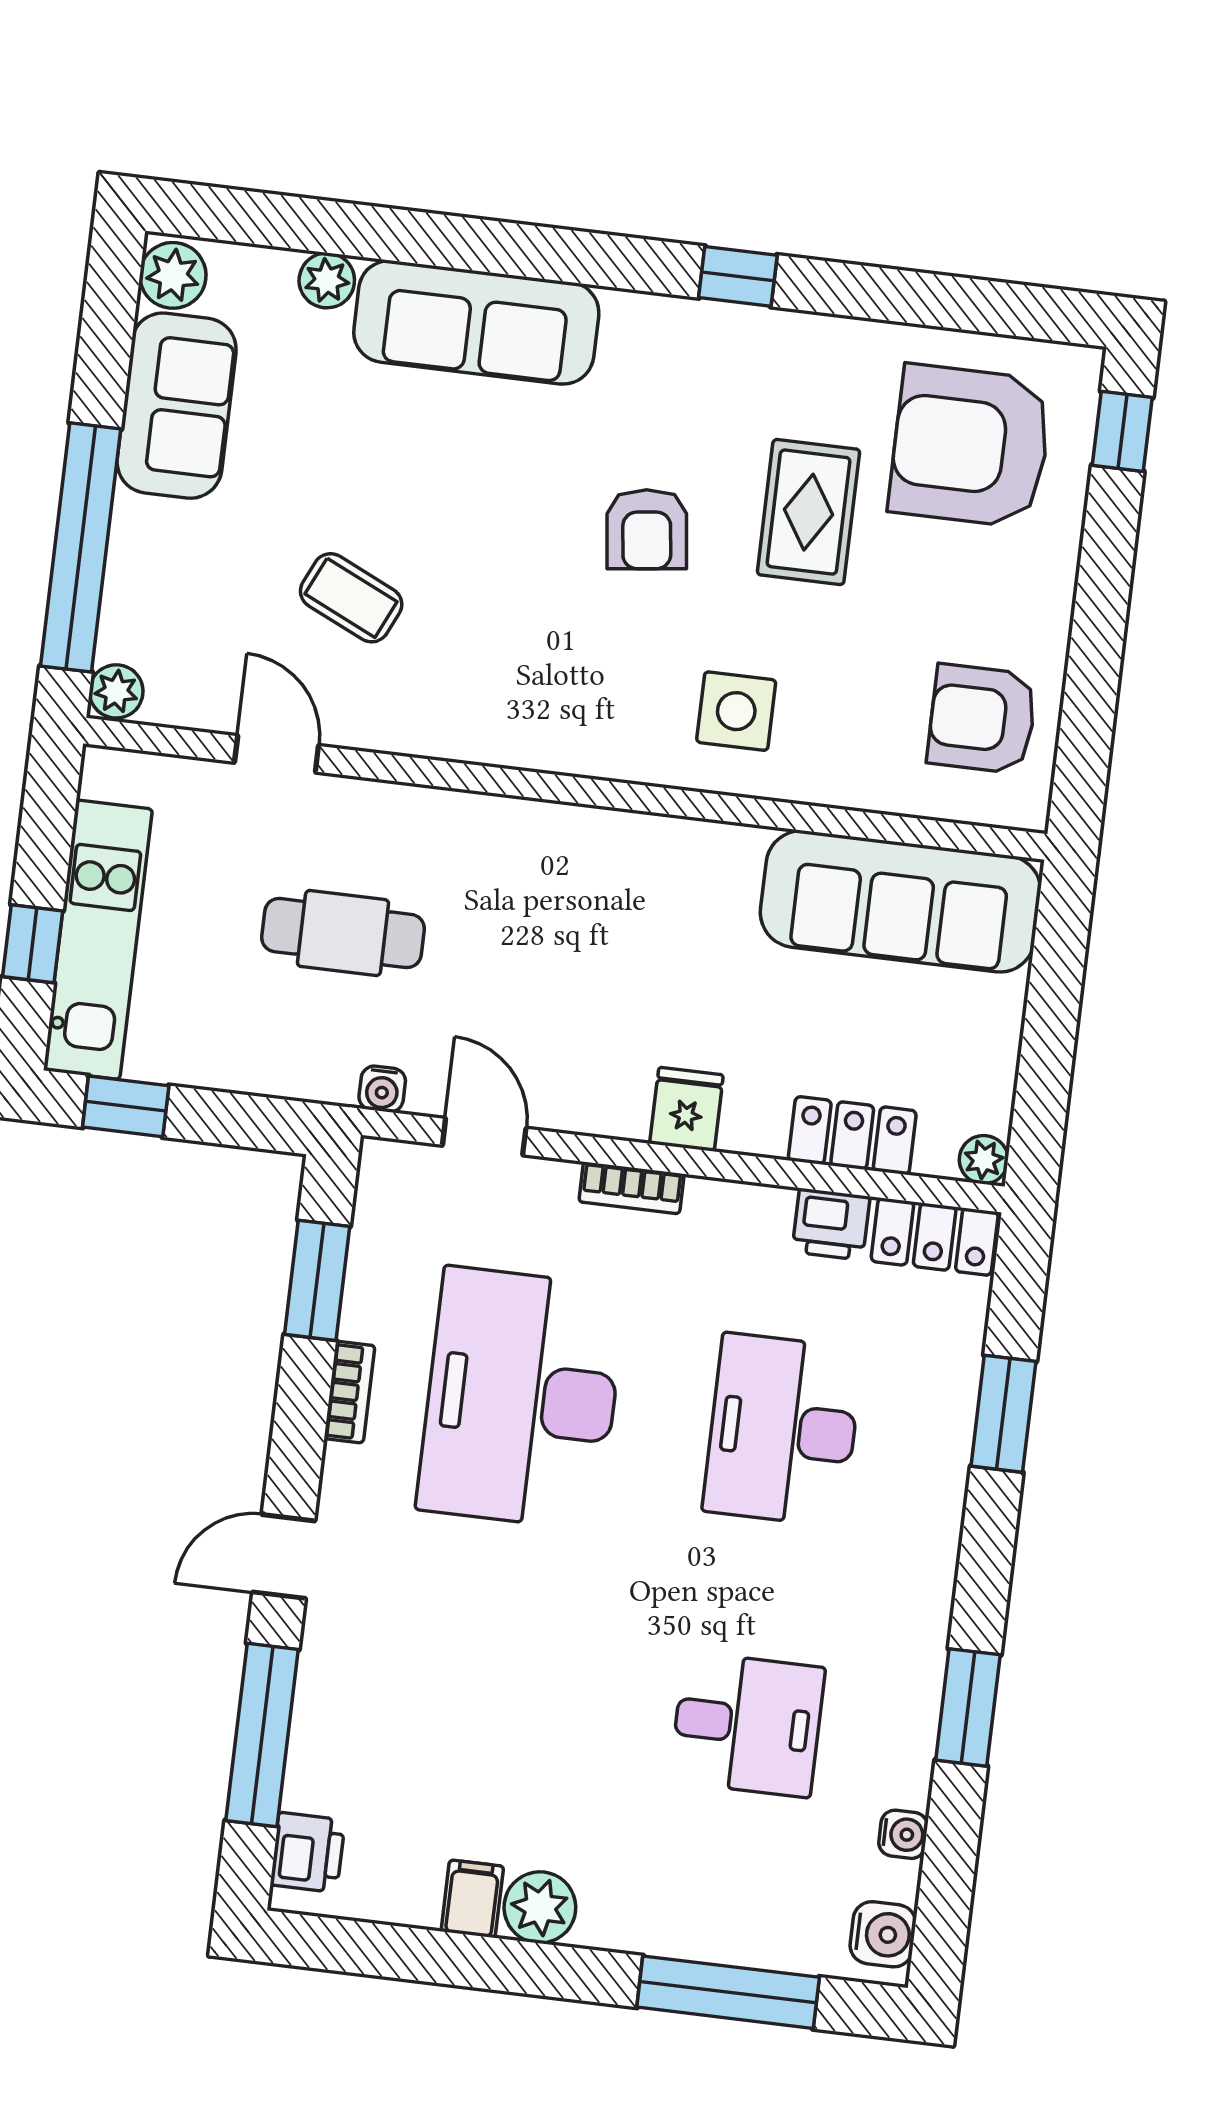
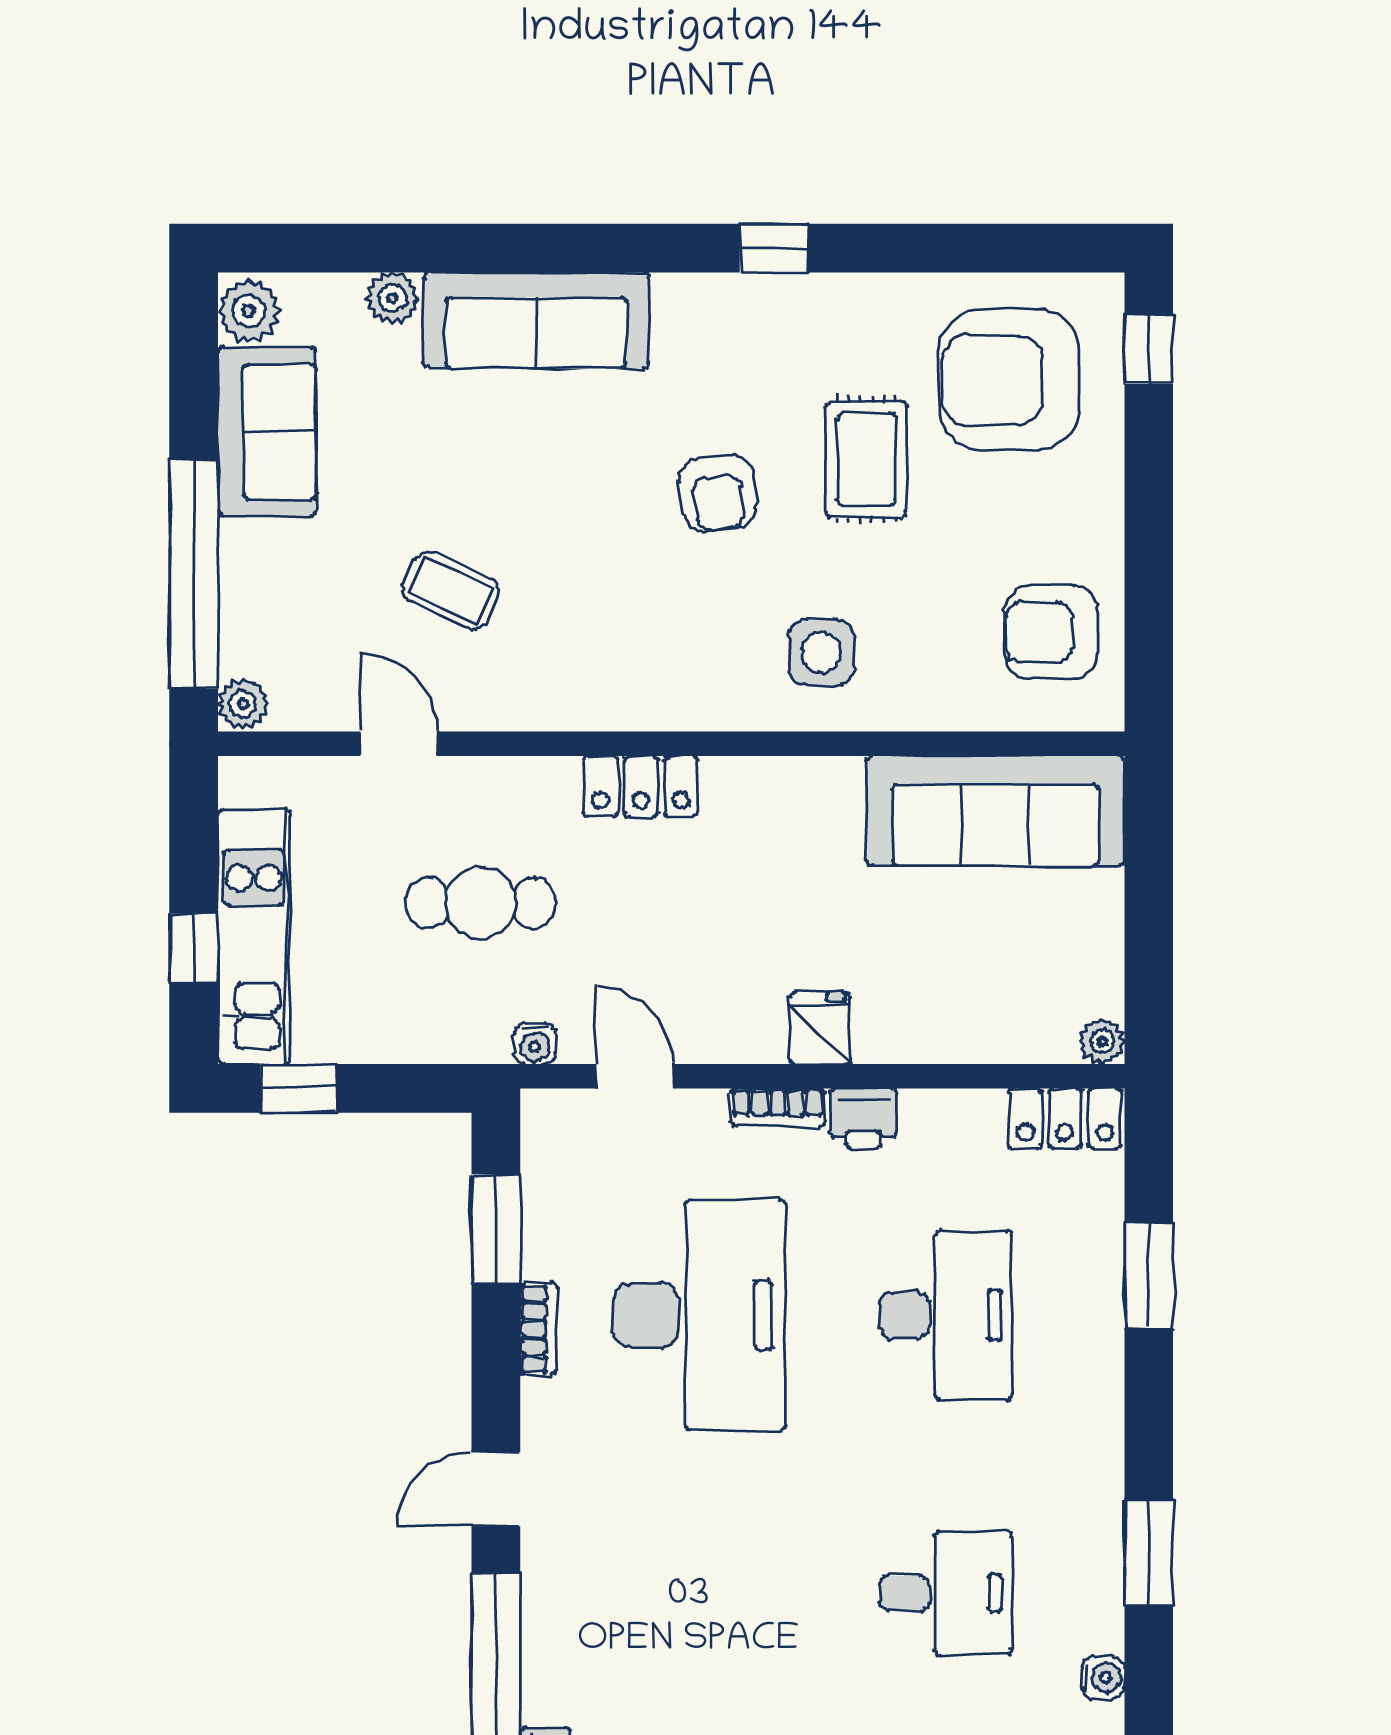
locker: (852, 1136) -> (641, 786), moved, turned 180
printer: (831, 1224) -> (863, 1119), moved
desk: (521, 1398) -> (699, 1315), turned 180
desk: (783, 1430) -> (946, 1315), turned 180

